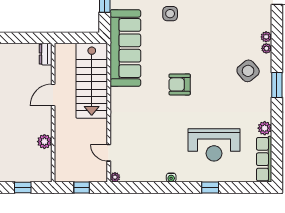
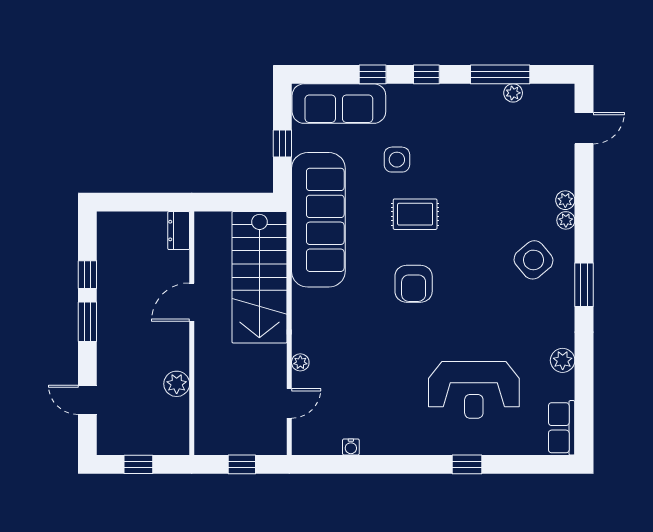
rug: (180, 45) -> (415, 214), added
armchair: (180, 84) -> (414, 284), turned -90
door: (109, 153) -> (289, 403), swing flipped
row of seats: (264, 159) -> (562, 428), width x0.68
plant: (115, 177) -> (300, 362), moved
water cooler: (171, 178) -> (351, 447), moved

